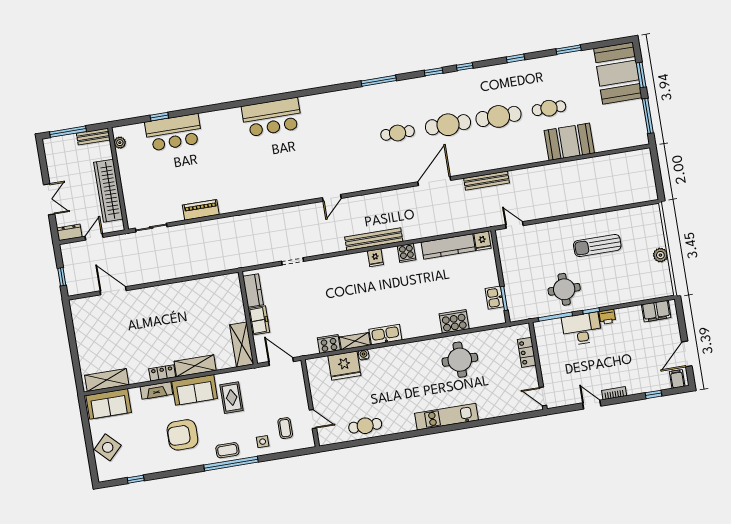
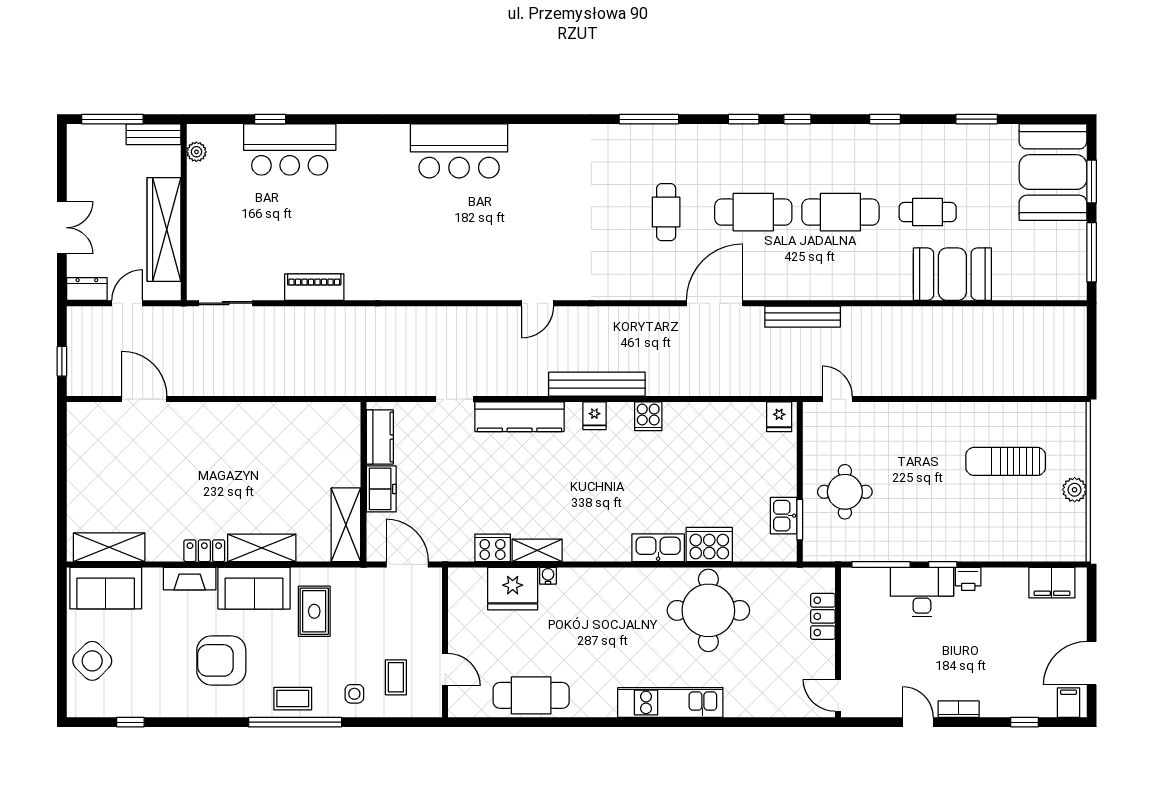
cafe table: (398, 133) -> (666, 212), turned 90
sun lounger: (597, 245) -> (1006, 461), moved
kitchen counter: (448, 246) -> (520, 417), moved
round table: (564, 289) -> (845, 492), moved
kitchen sink: (385, 335) -> (658, 548), moved
round table: (460, 360) -> (708, 610), width x1.36, depth x1.36
cafe table: (365, 426) -> (531, 695), width x1.37, depth x1.35

